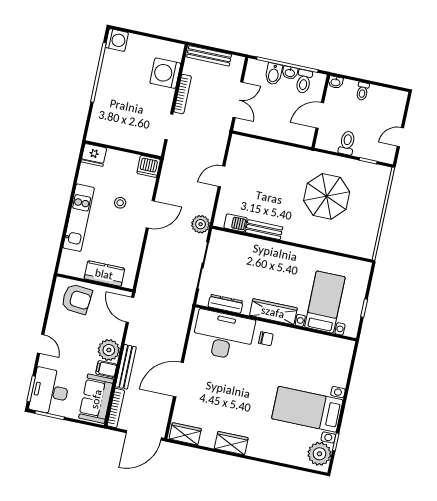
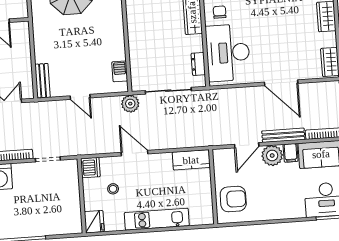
stool: (120, 203) -> (113, 189), moved
bench: (264, 230) -> (43, 81), moved
kitchen counter: (104, 274) -> (191, 160), moved, turned -90
armchair: (77, 299) -> (233, 199), turned 85
dresser: (226, 304) -> (198, 64), width x0.70
door: (130, 310) -> (247, 145), moved
door: (41, 344) -> (285, 221), removed

